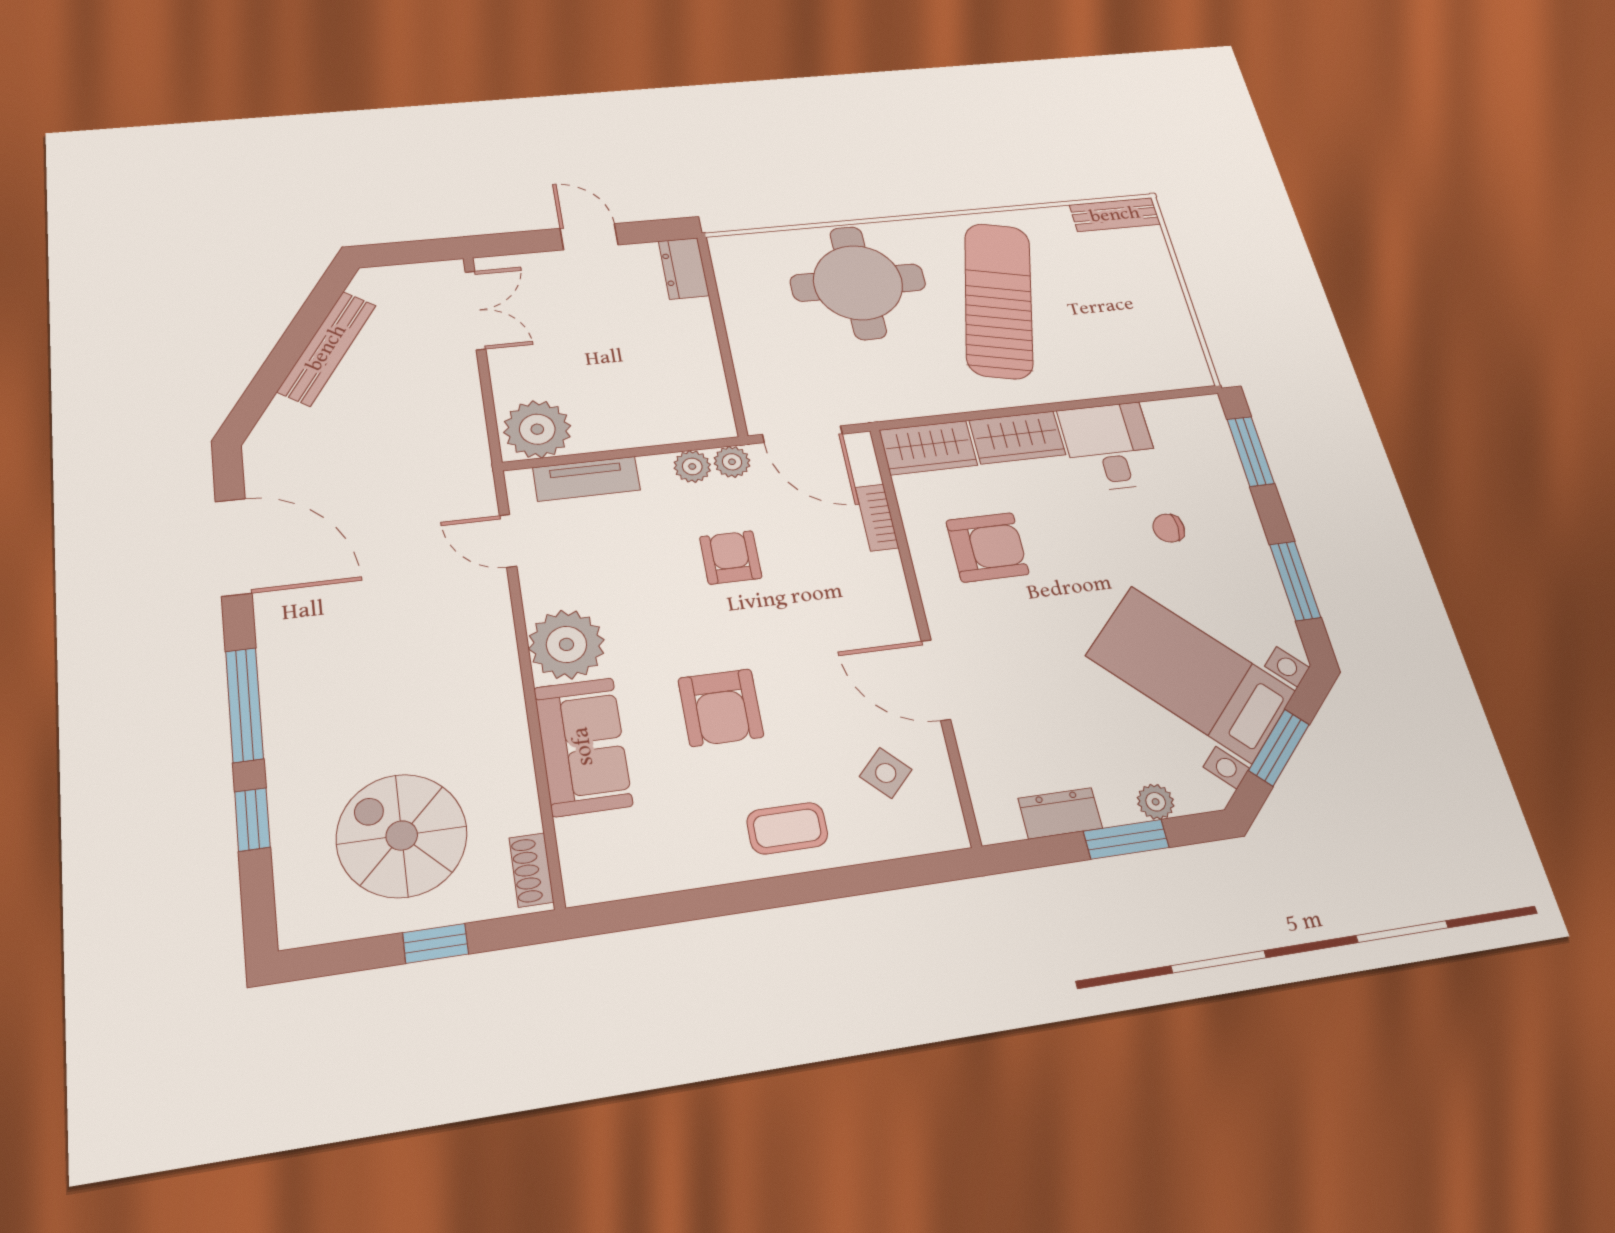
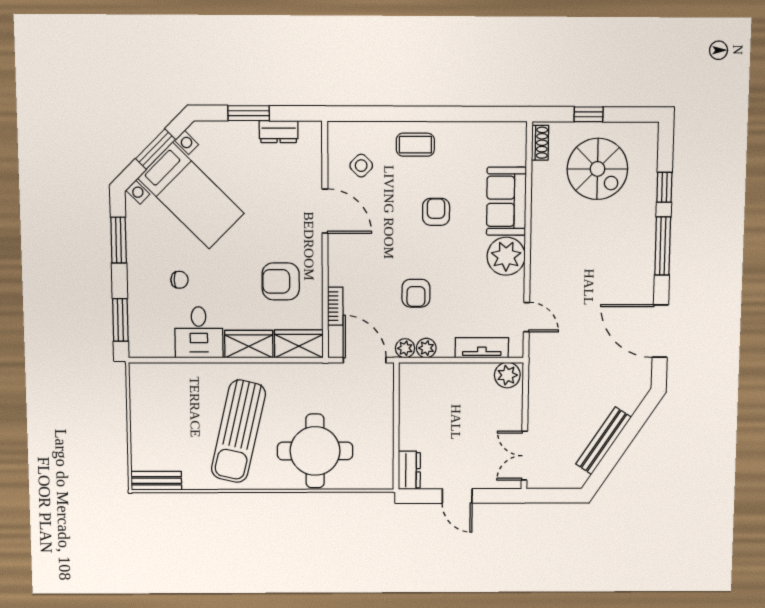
plant: (537, 429) -> (507, 375), width x0.73, depth x0.73
armchair: (721, 708) -> (436, 212), width x0.72, depth x0.72
plant: (1156, 802) -> (228, 130), removed

